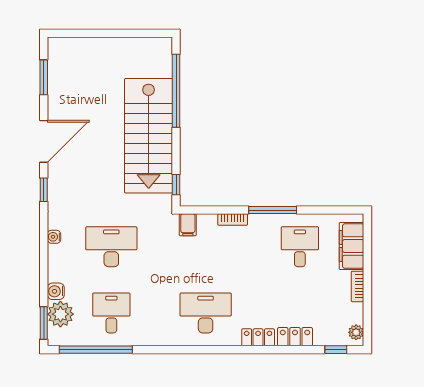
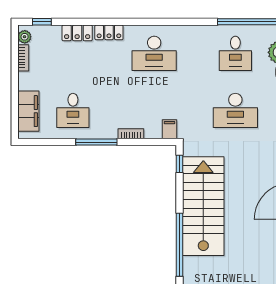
bookcase: (358, 286) -> (23, 58), moved

